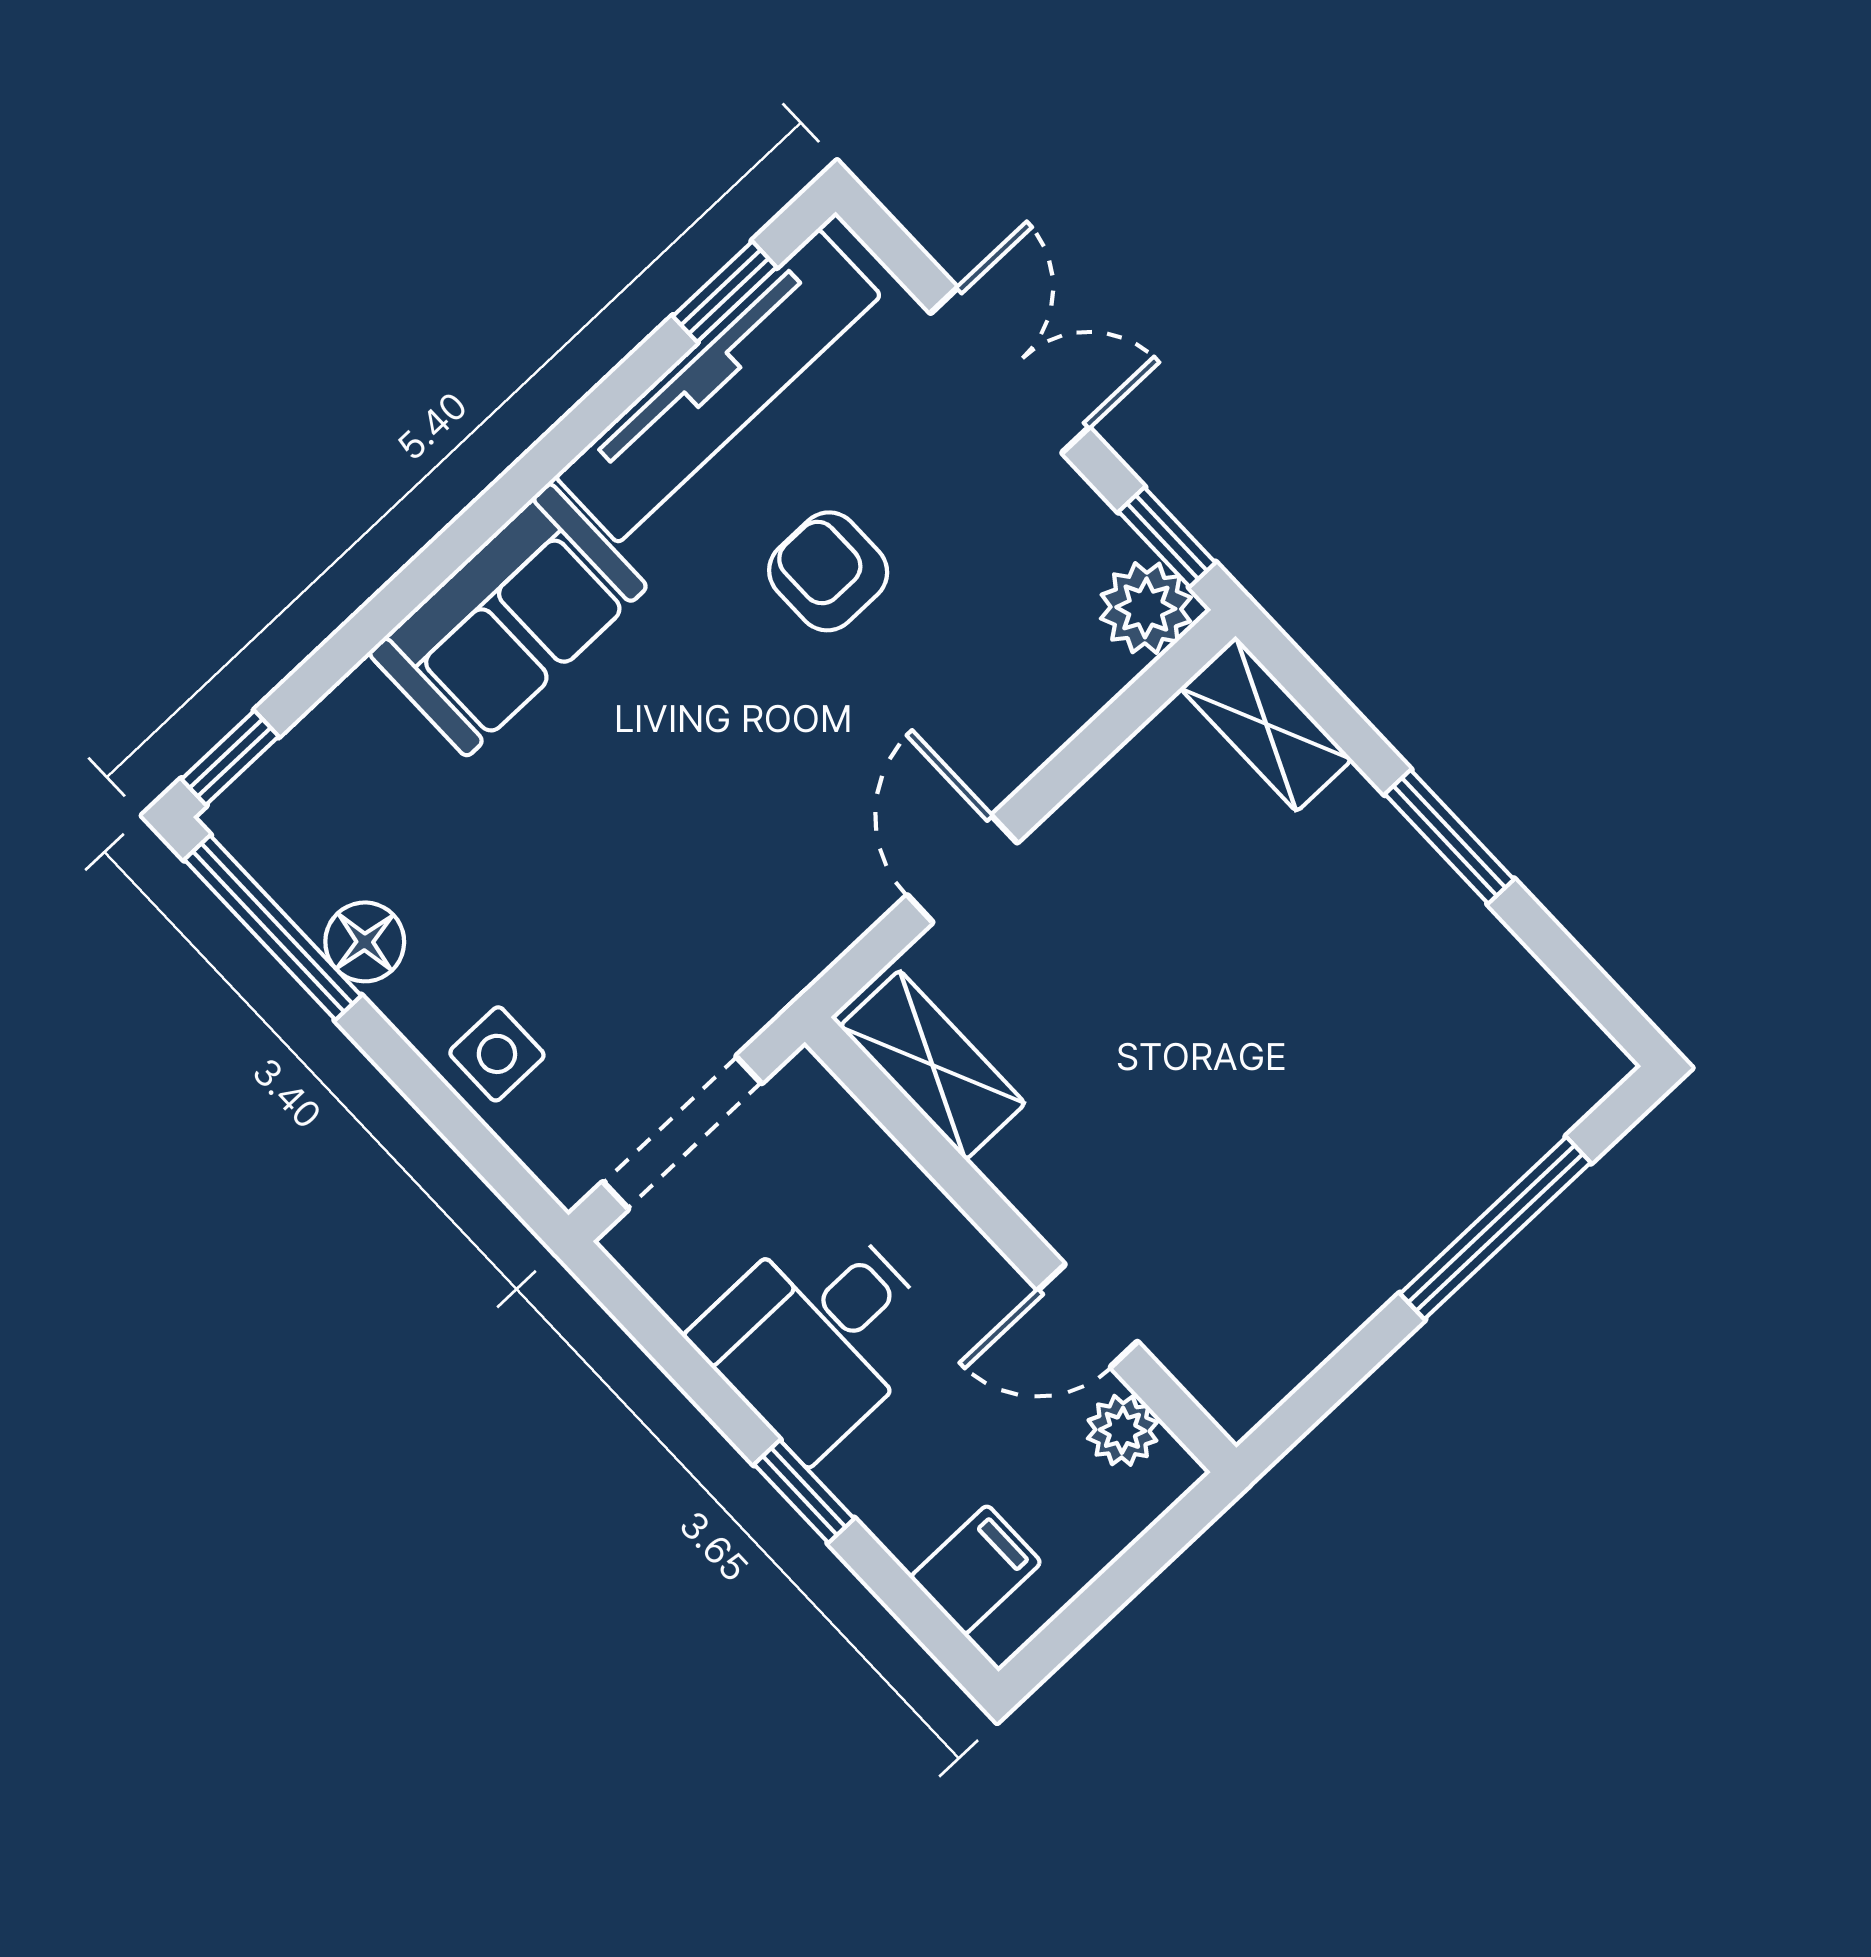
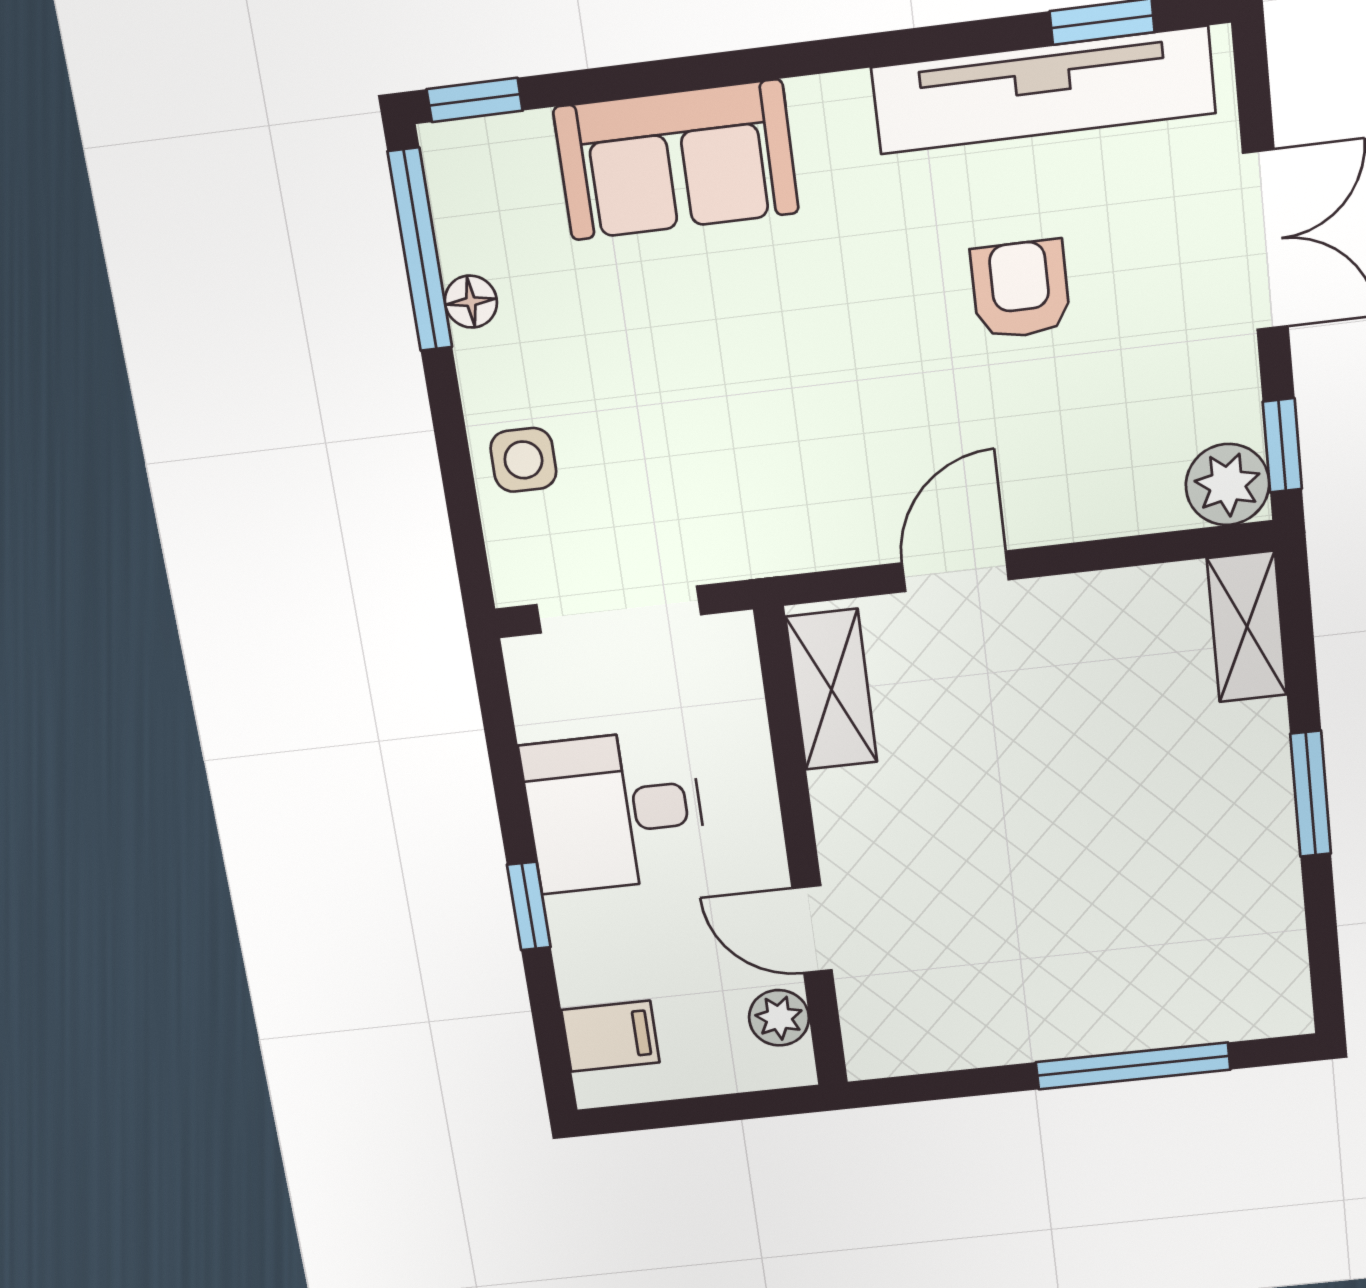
sofa: (508, 620) -> (676, 160), moved
floor lamp: (365, 942) -> (471, 302), width x0.73, depth x0.73

